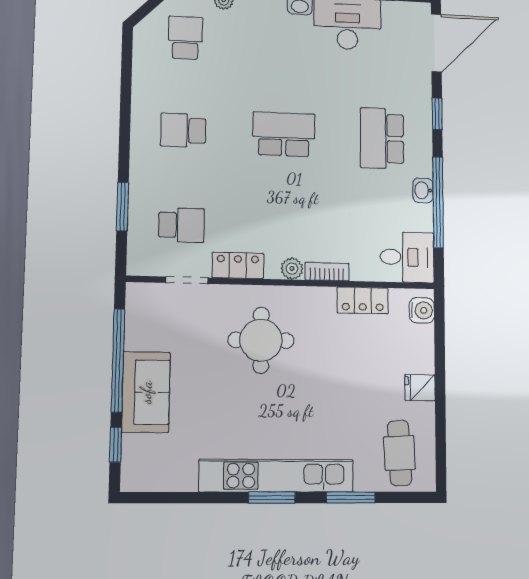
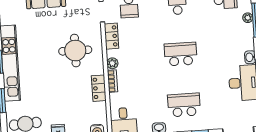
school desk: (284, 134) -> (181, 54), turned -90
locker: (363, 300) -> (99, 88), moved

